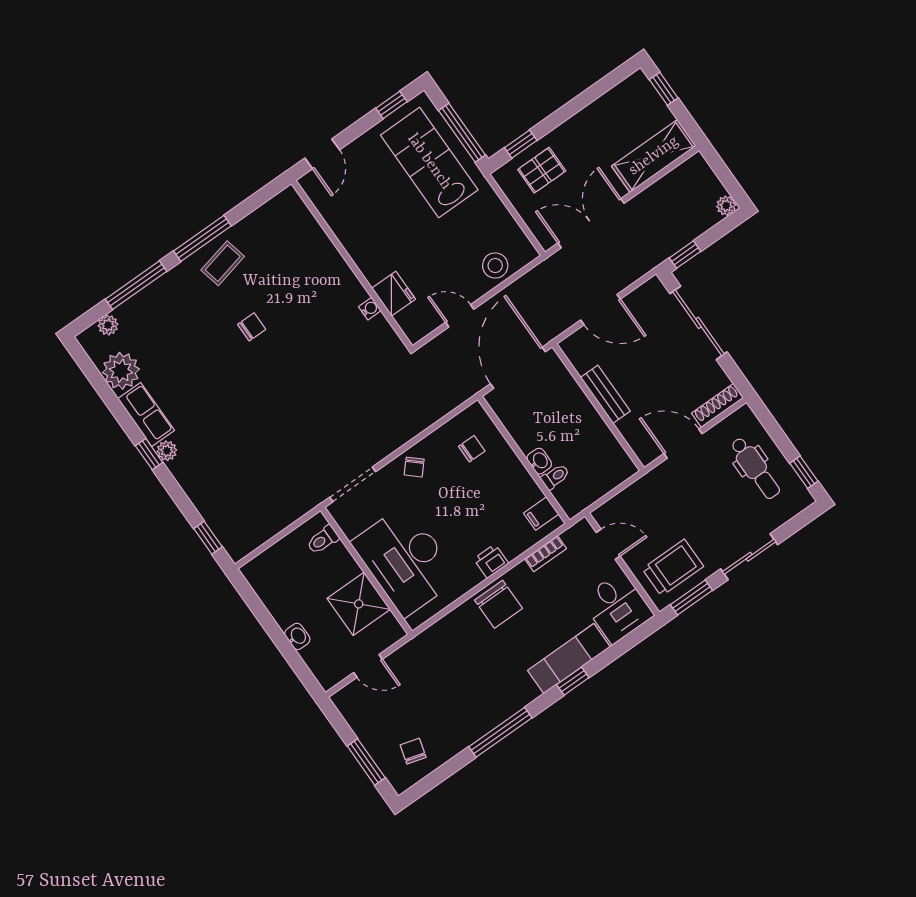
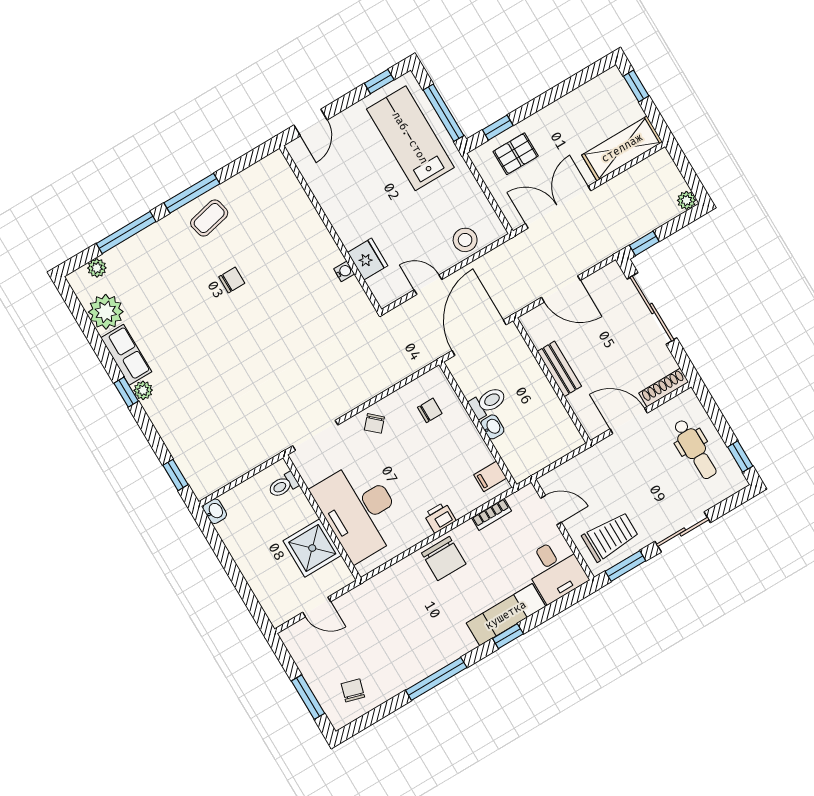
toilet: (555, 477) -> (488, 402), moved, width x1.37, depth x1.39
washbasin: (297, 636) -> (215, 511), moved

